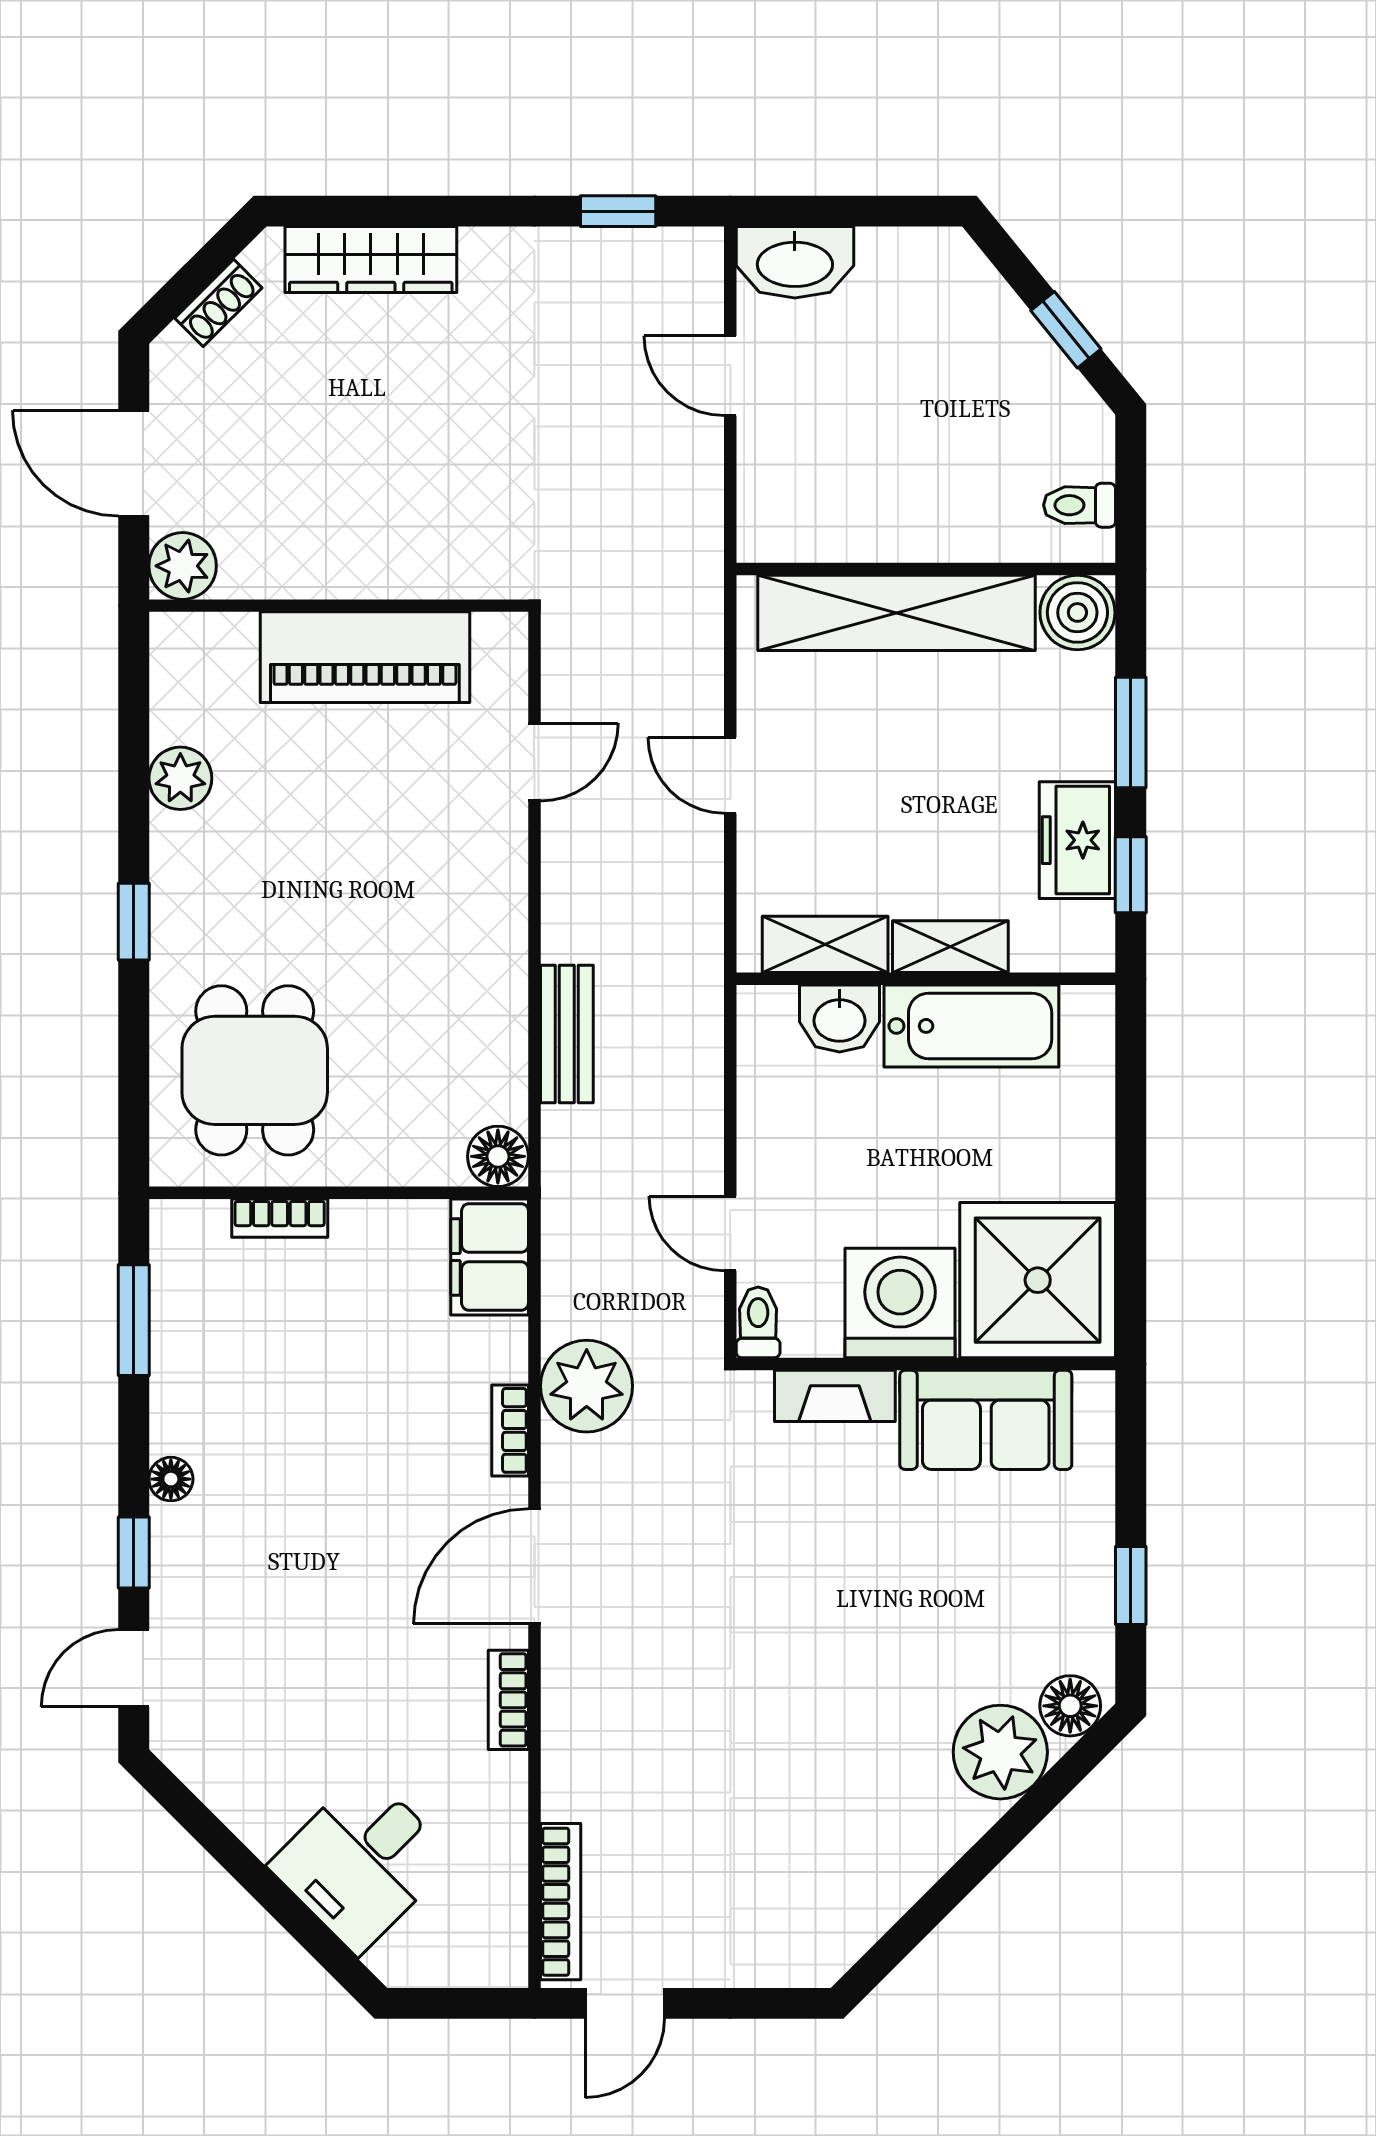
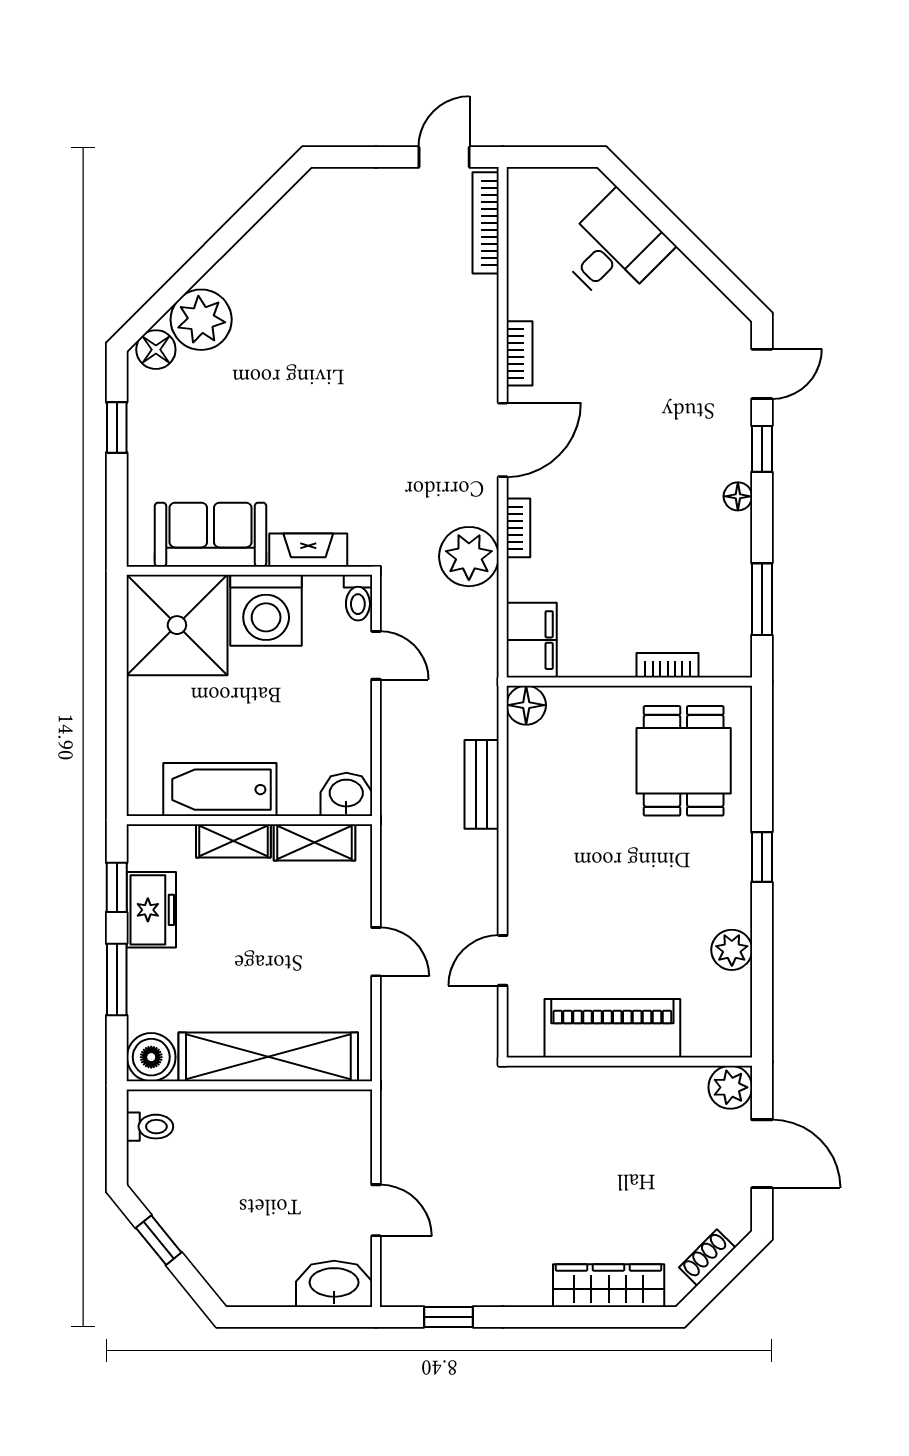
washbasin: (840, 1019) -> (346, 794), moved

